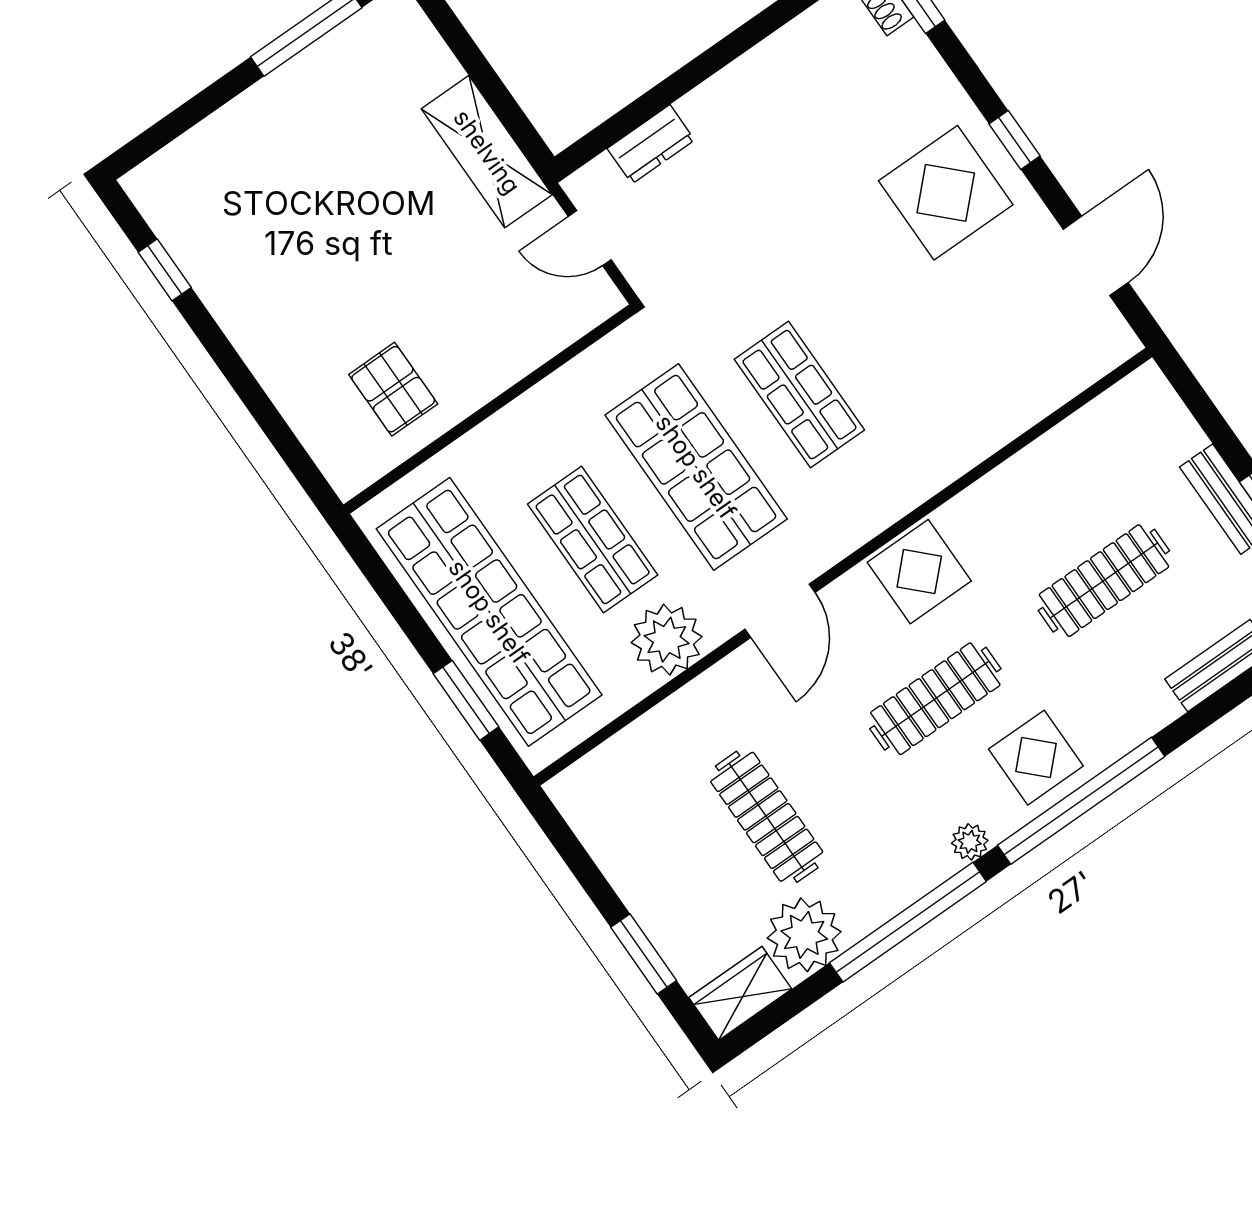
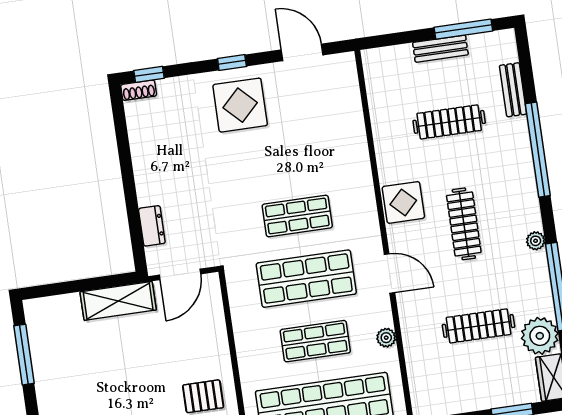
door: (590, 238) -> (180, 274), width x1.38
clothes rail: (1104, 581) -> (449, 122), turned 90
plant: (667, 640) -> (386, 338), width x0.53, depth x0.53
display table: (1036, 758) -> (513, 192), removed
window: (1081, 801) -> (538, 150), moved

